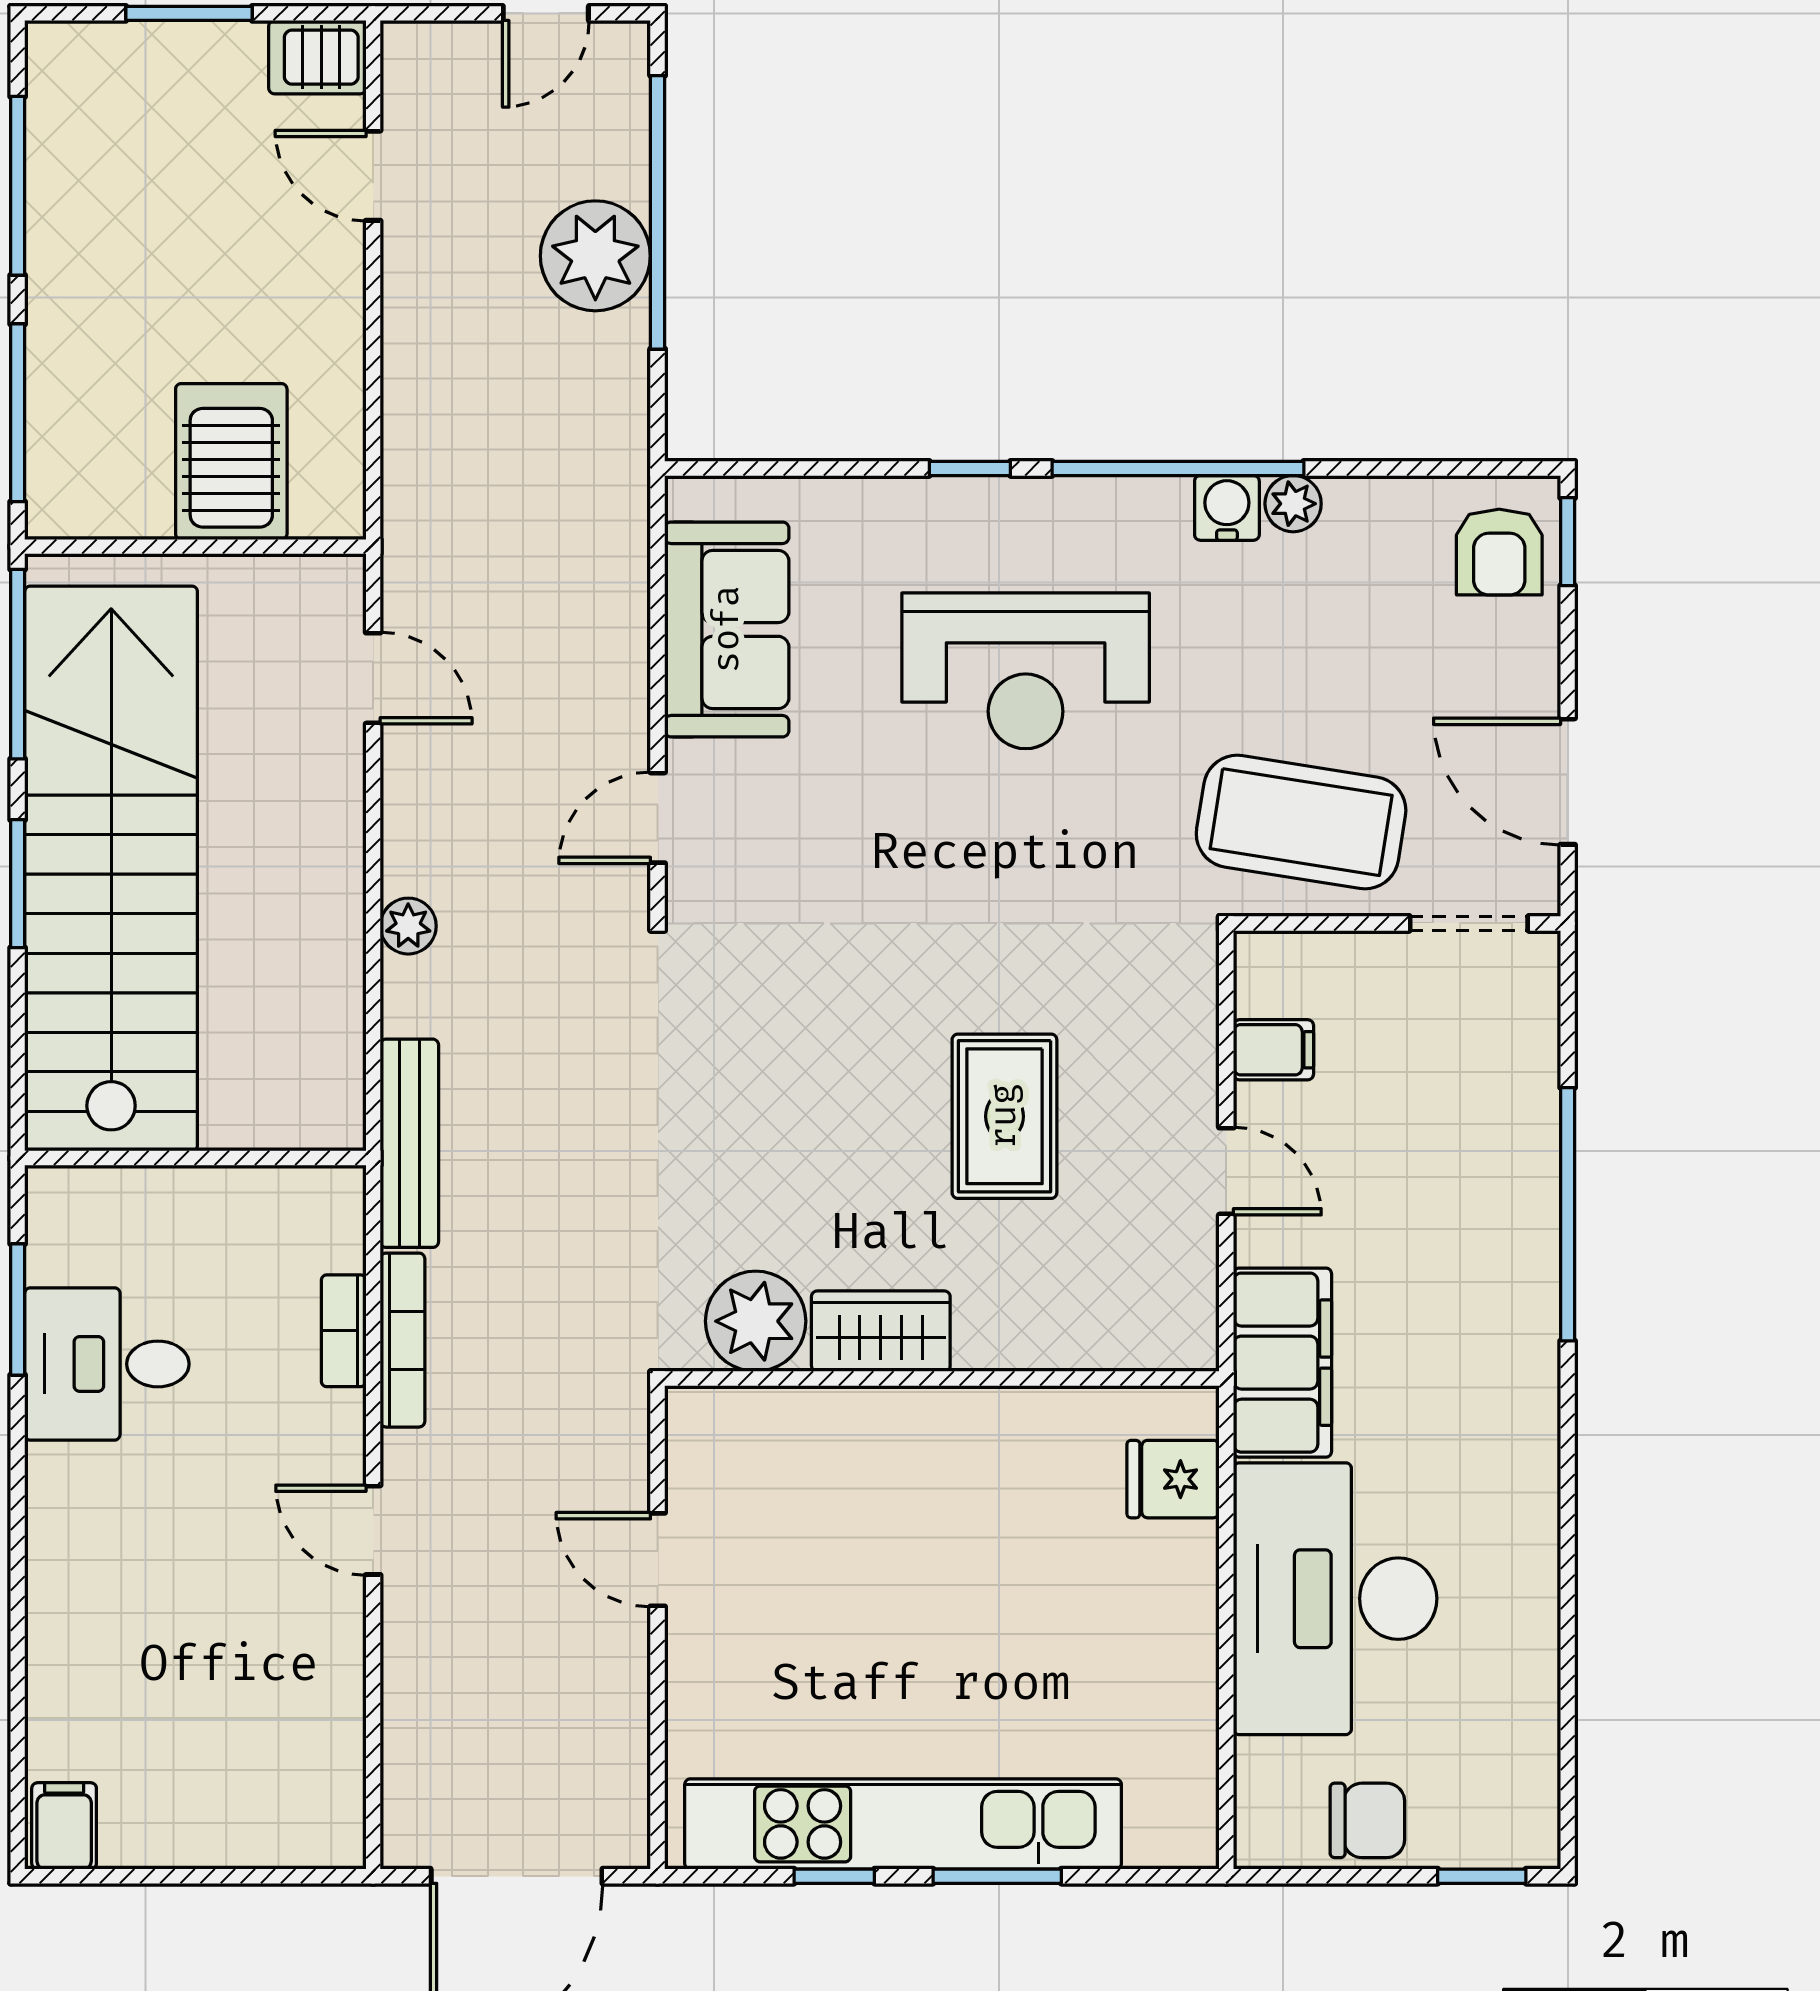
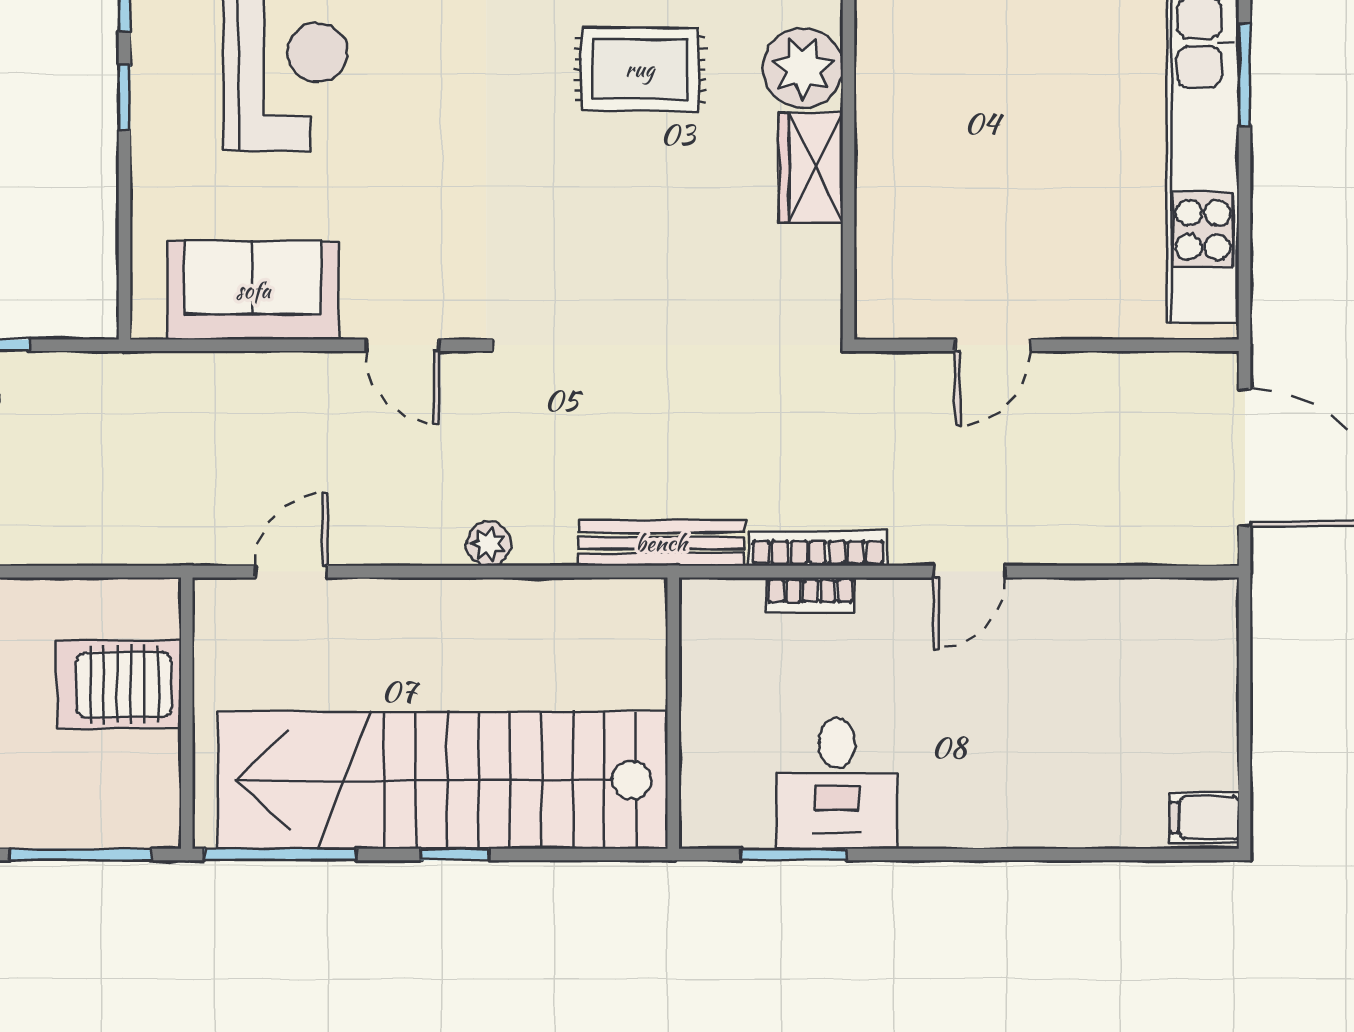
window: (18, 884) -> (455, 854), width x0.67
plant: (756, 1321) -> (803, 68), moved
window: (834, 1876) -> (1245, 205), removed

